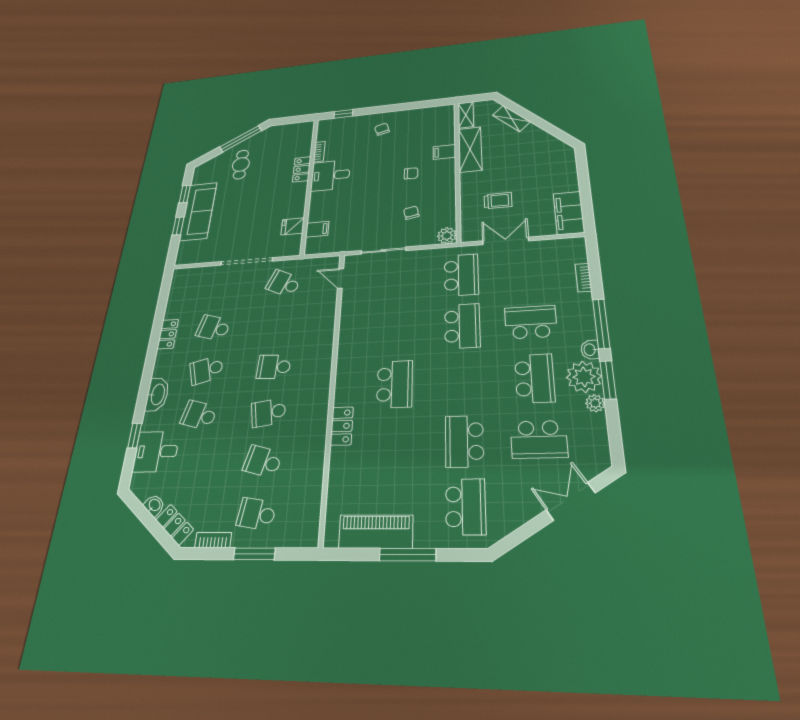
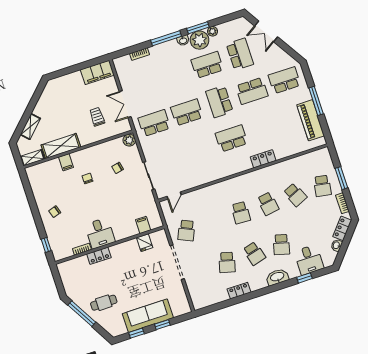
school desk: (531, 322) -> (219, 102), moved
school desk: (263, 462) -> (295, 195), turned -39

